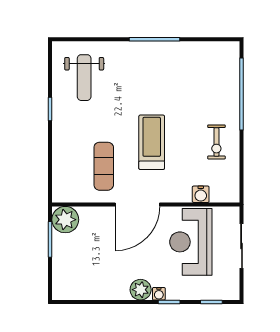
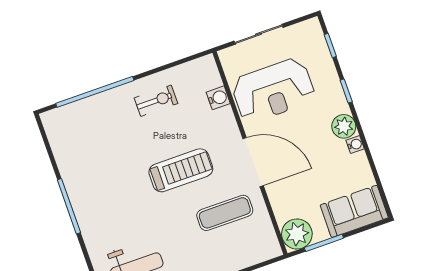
treadmill: (152, 142) -> (181, 170), turned 180
sofa: (67, 274) -> (354, 211), added
water cooler: (159, 294) -> (355, 144), moved

